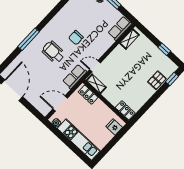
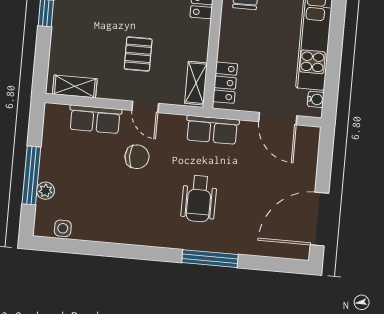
row of seats: (120, 28) -> (95, 119), moved
chair: (76, 38) -> (137, 157), moved
door: (95, 66) -> (145, 107), moved
pallet: (123, 71) -> (138, 54), added

